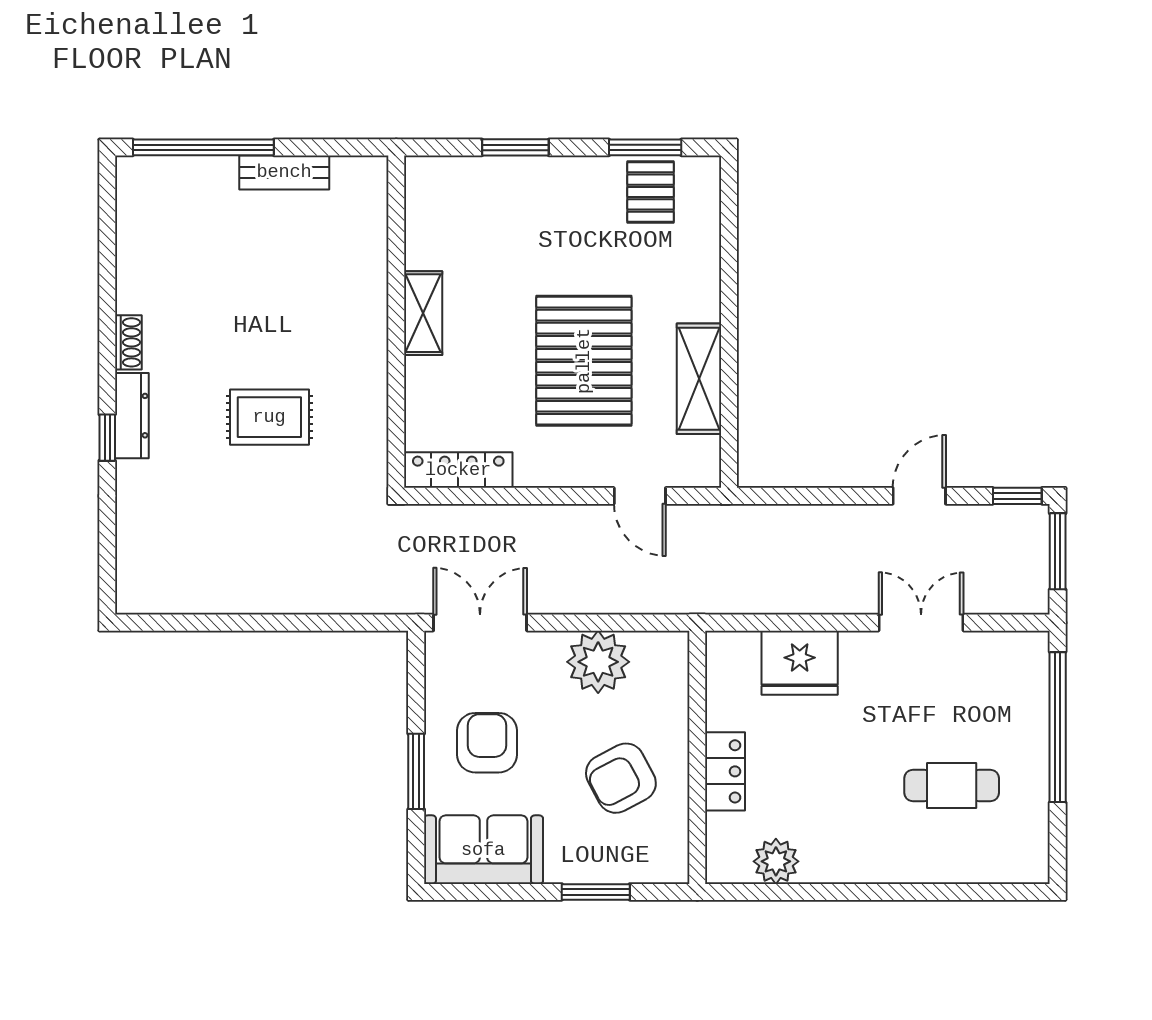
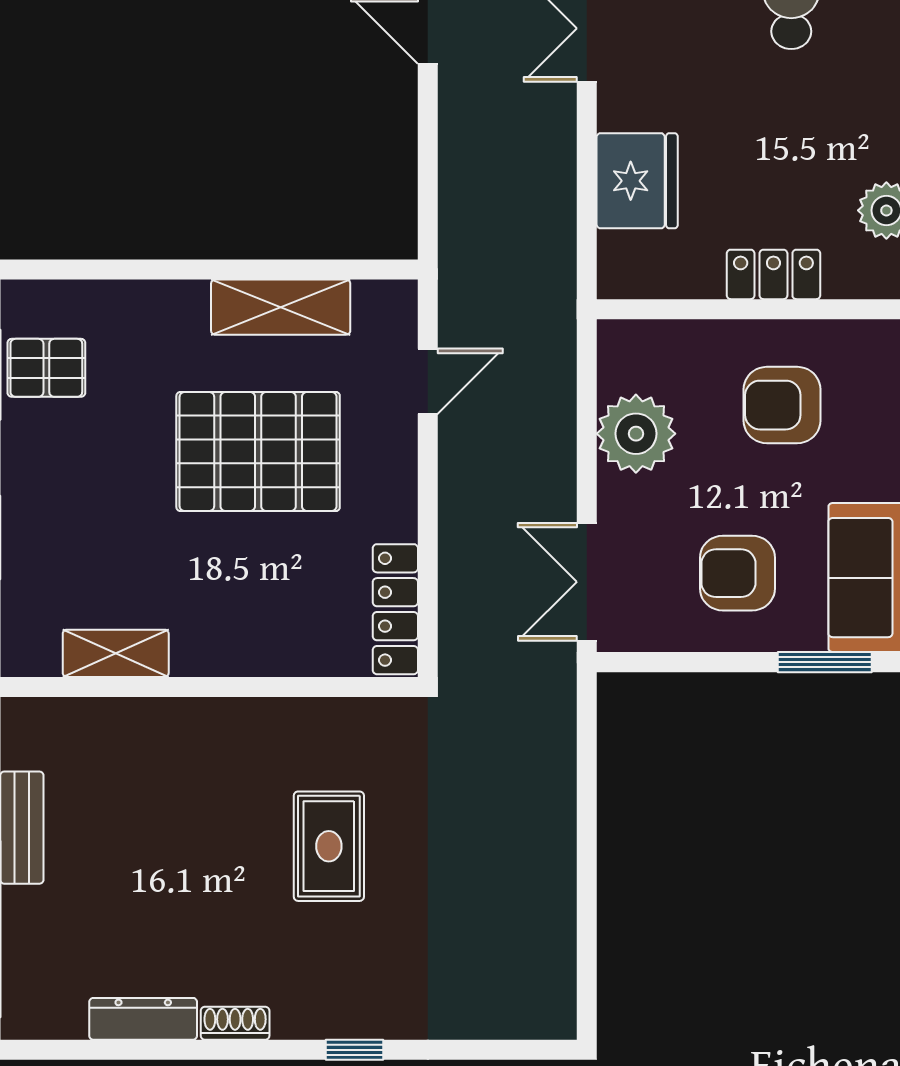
shelving: (423, 313) -> (116, 653), moved
dresser: (132, 416) -> (143, 1019), moved
window: (416, 771) -> (825, 662), moved
armchair: (621, 778) -> (782, 405), turned 118

